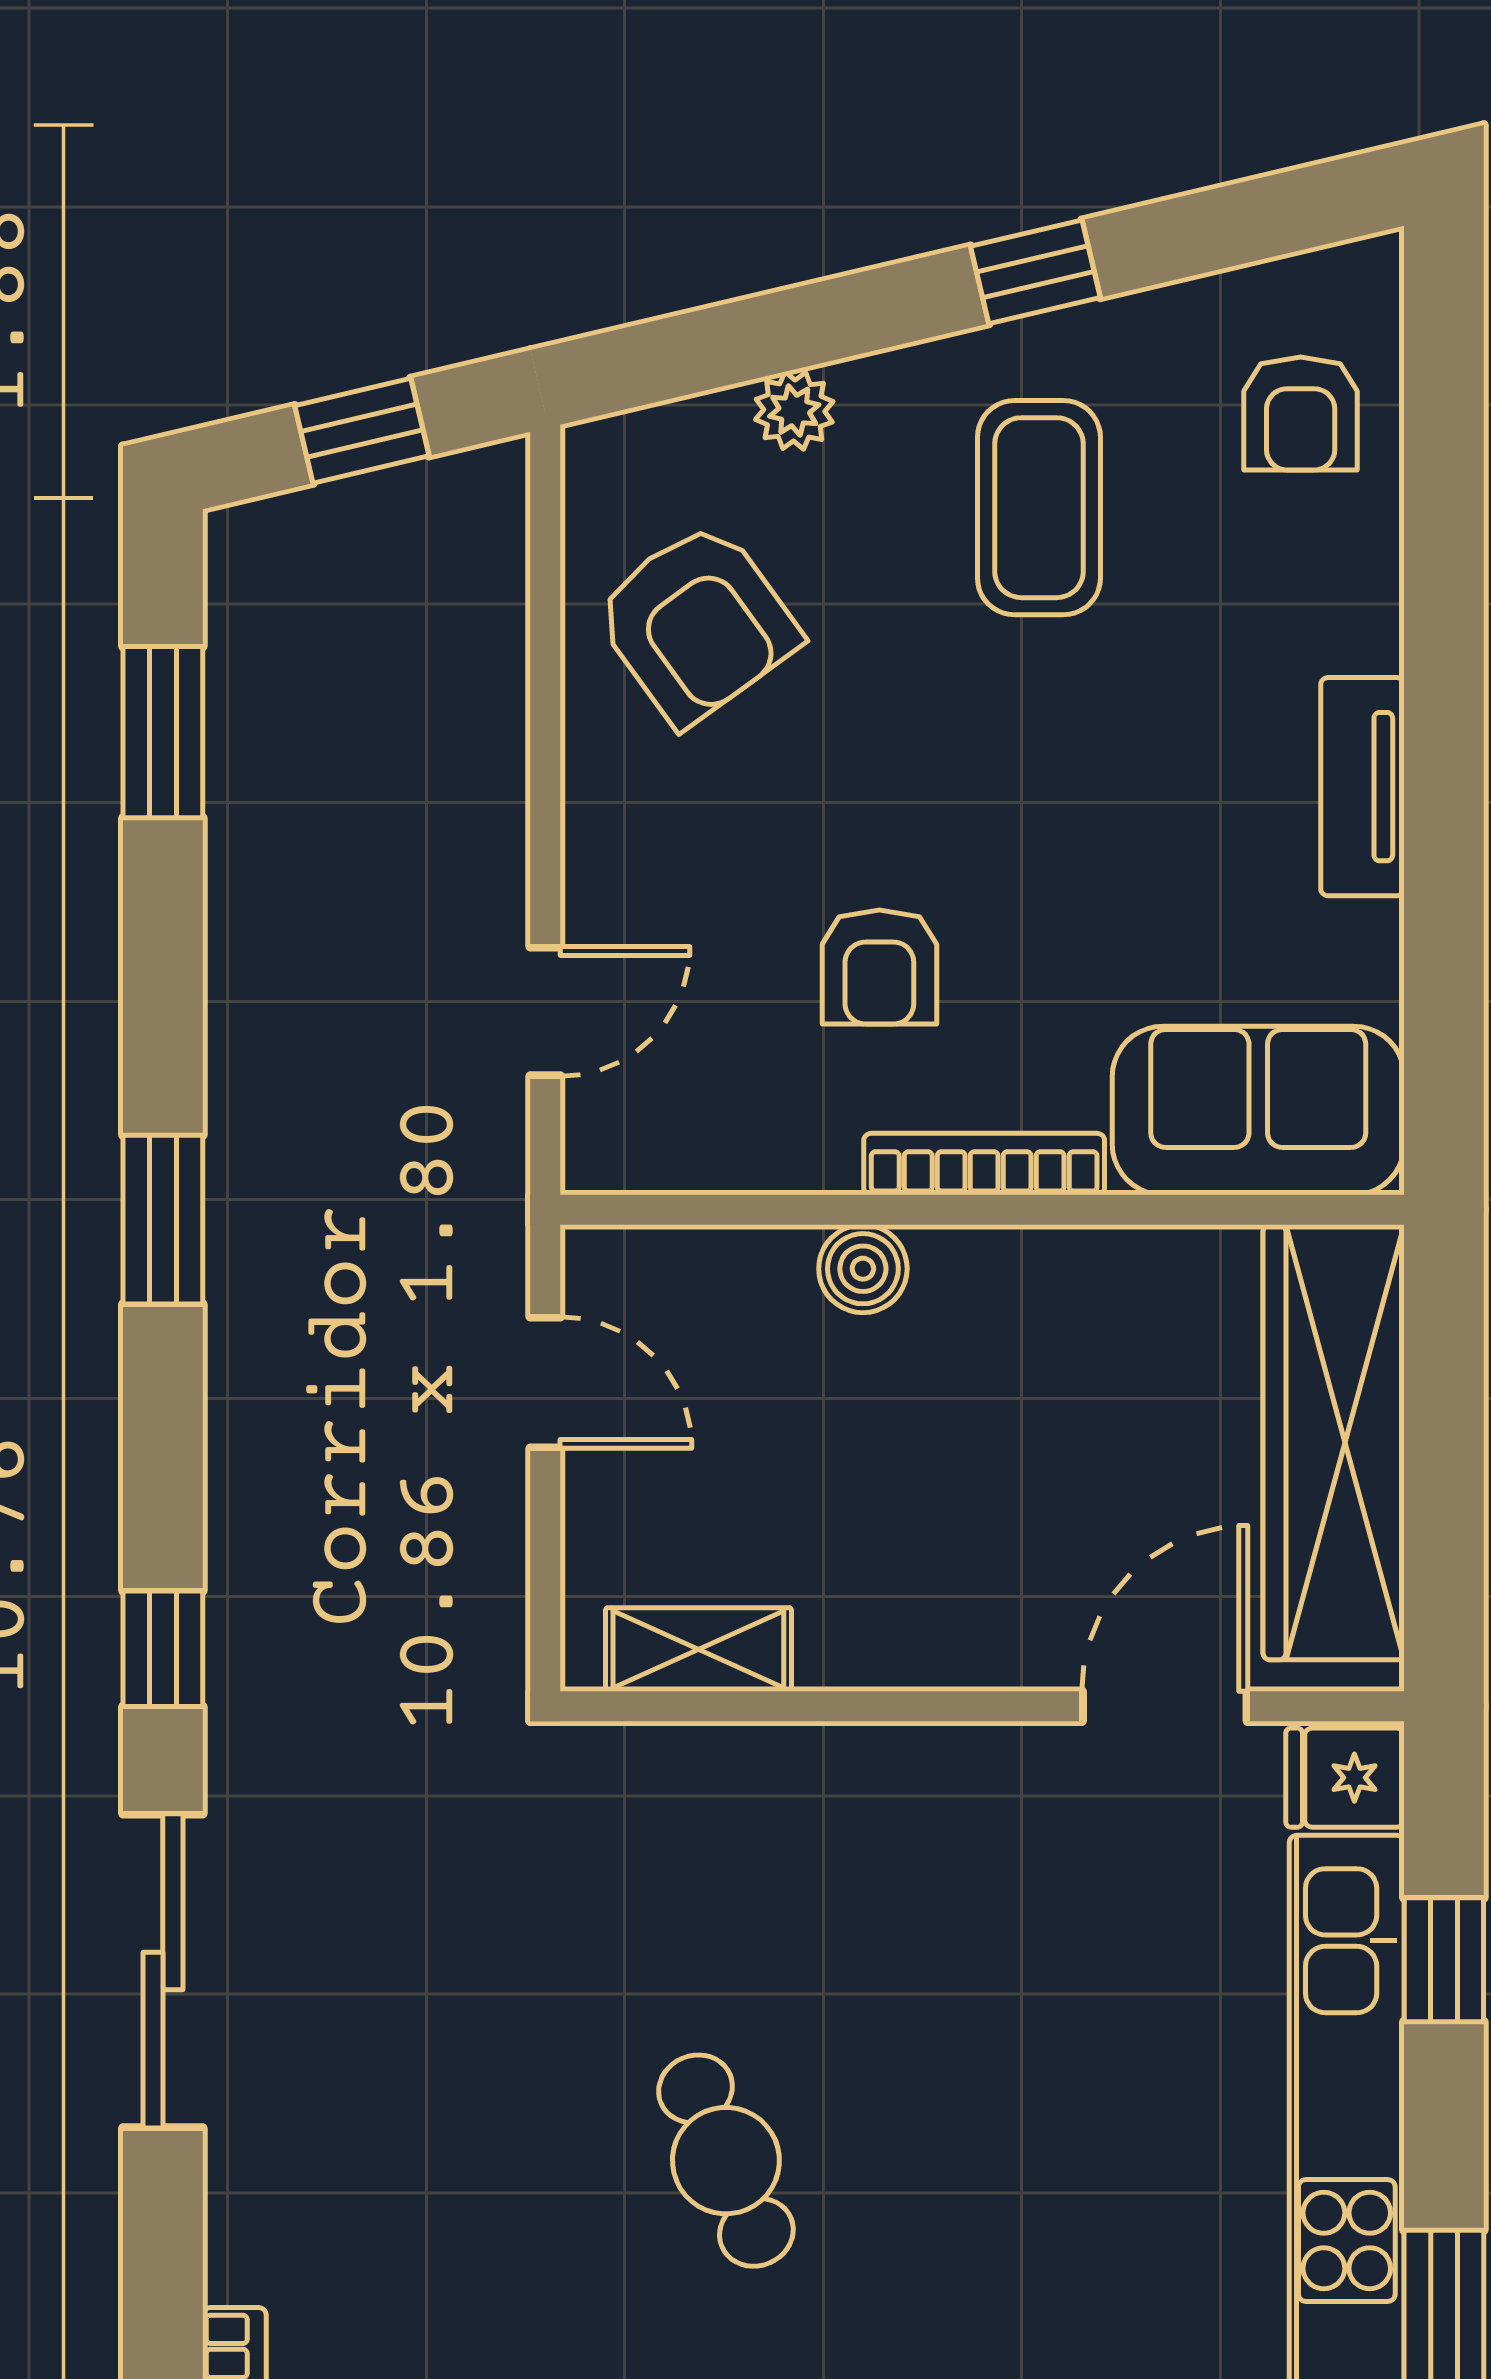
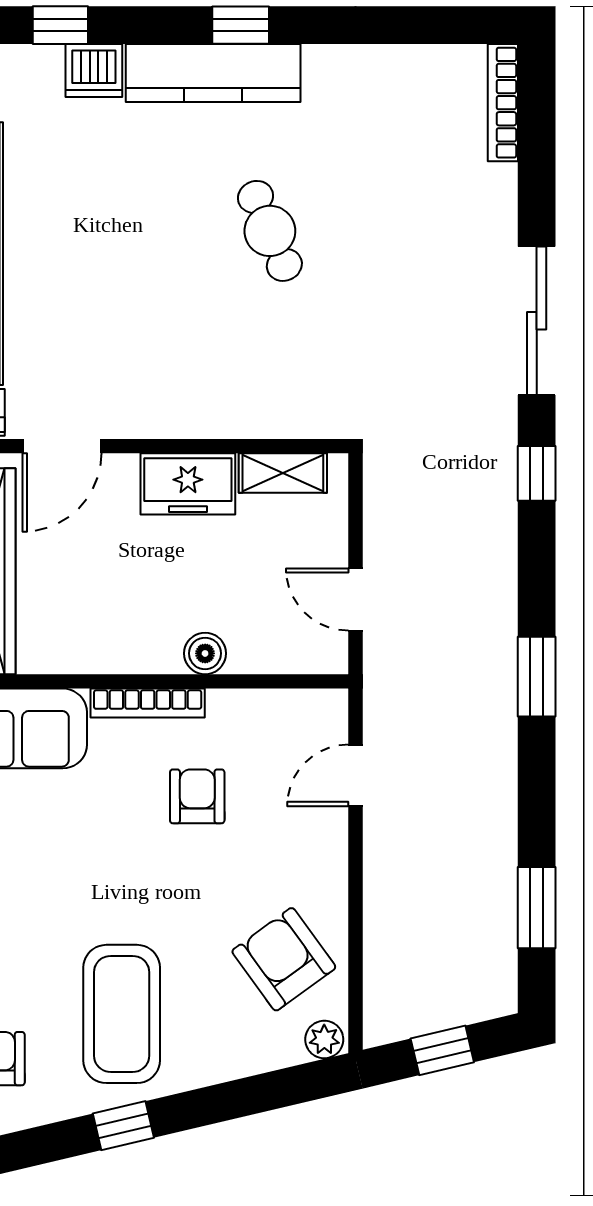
plant: (794, 411) -> (324, 1040), moved
coffee table: (1039, 508) -> (122, 1014), width x1.36, depth x1.32
freezer: (899, 1626) -> (188, 484), added

